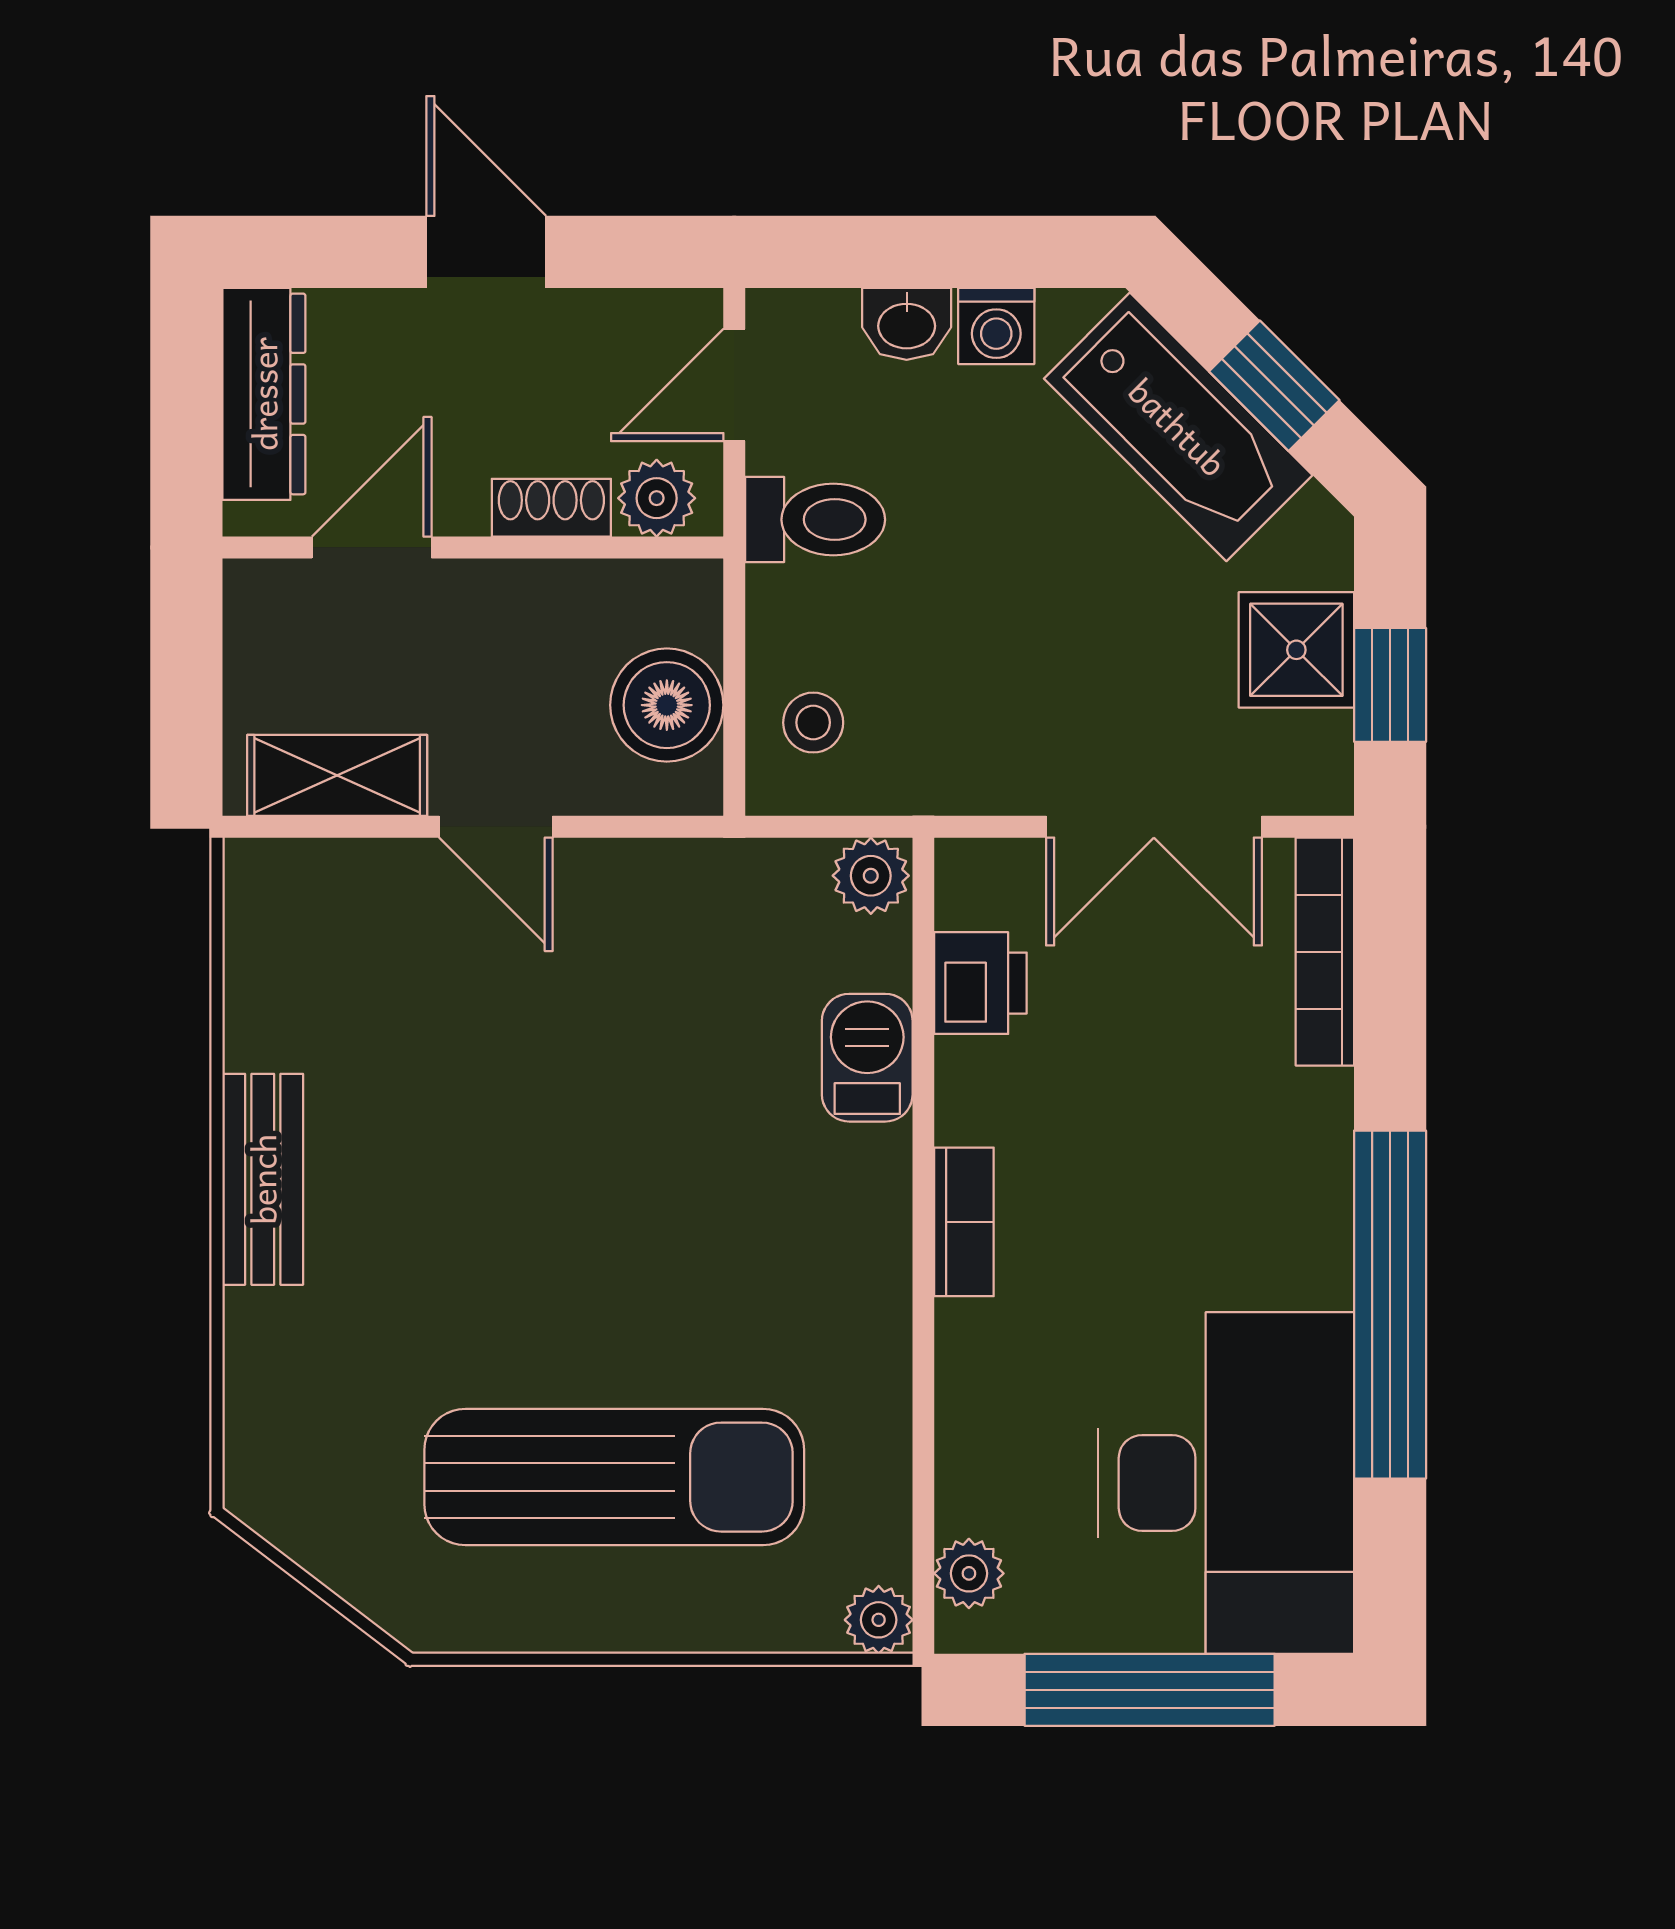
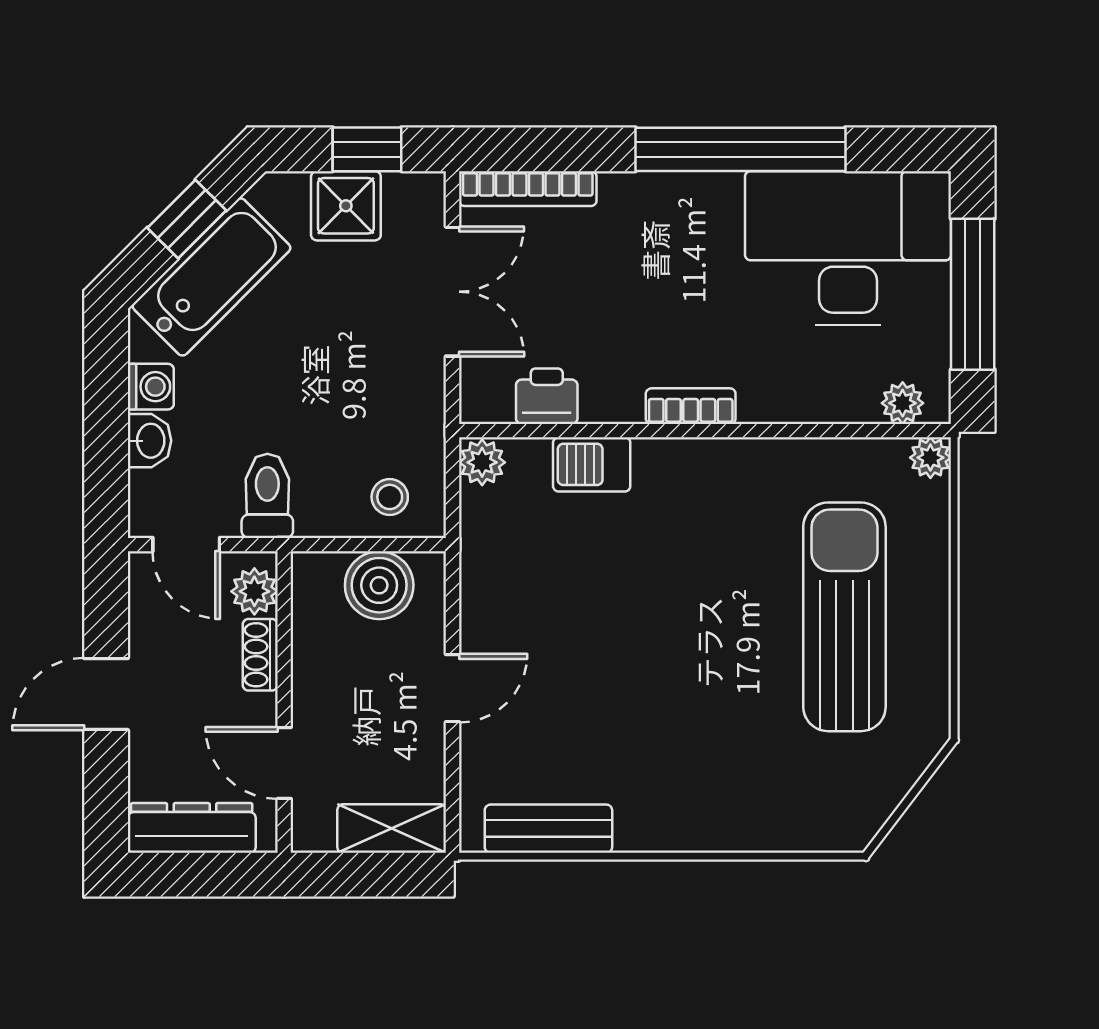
shelving: (337, 775) -> (392, 829), moved, turned 90
bench: (263, 1179) -> (548, 829), moved

